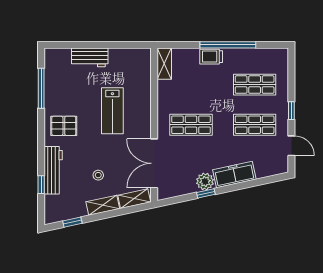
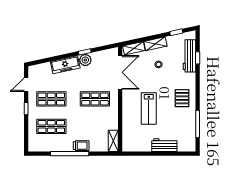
lab bench: (112, 111) -> (149, 109), turned 180
pallet: (64, 126) -> (182, 98), turned 90
door: (291, 146) -> (26, 85), hinge flipped
workbench: (53, 170) -> (189, 56), moved

